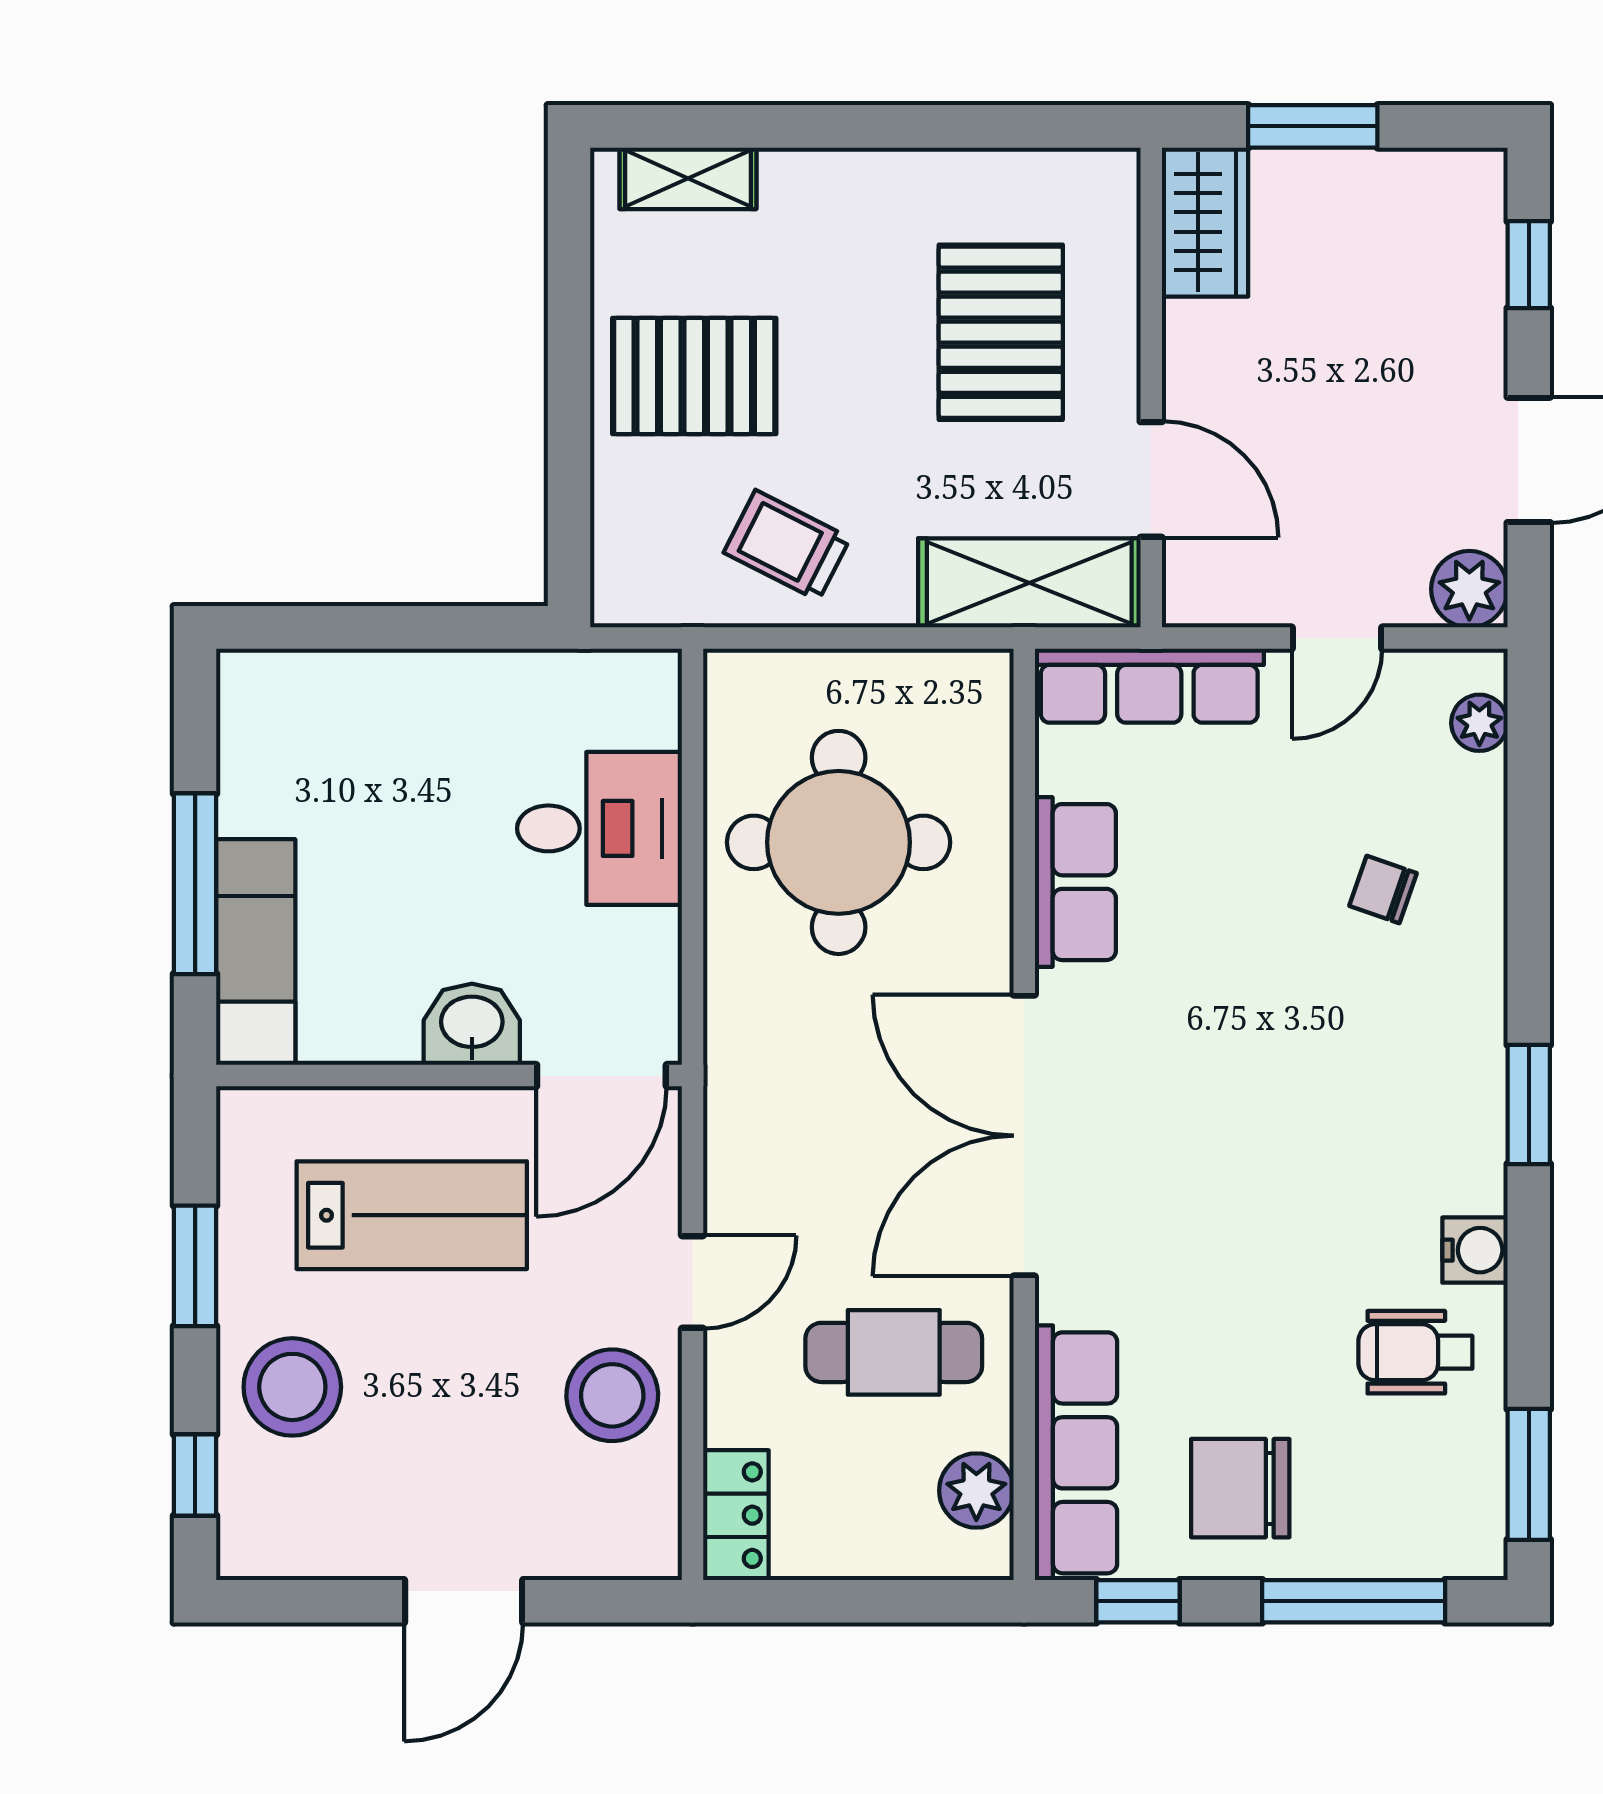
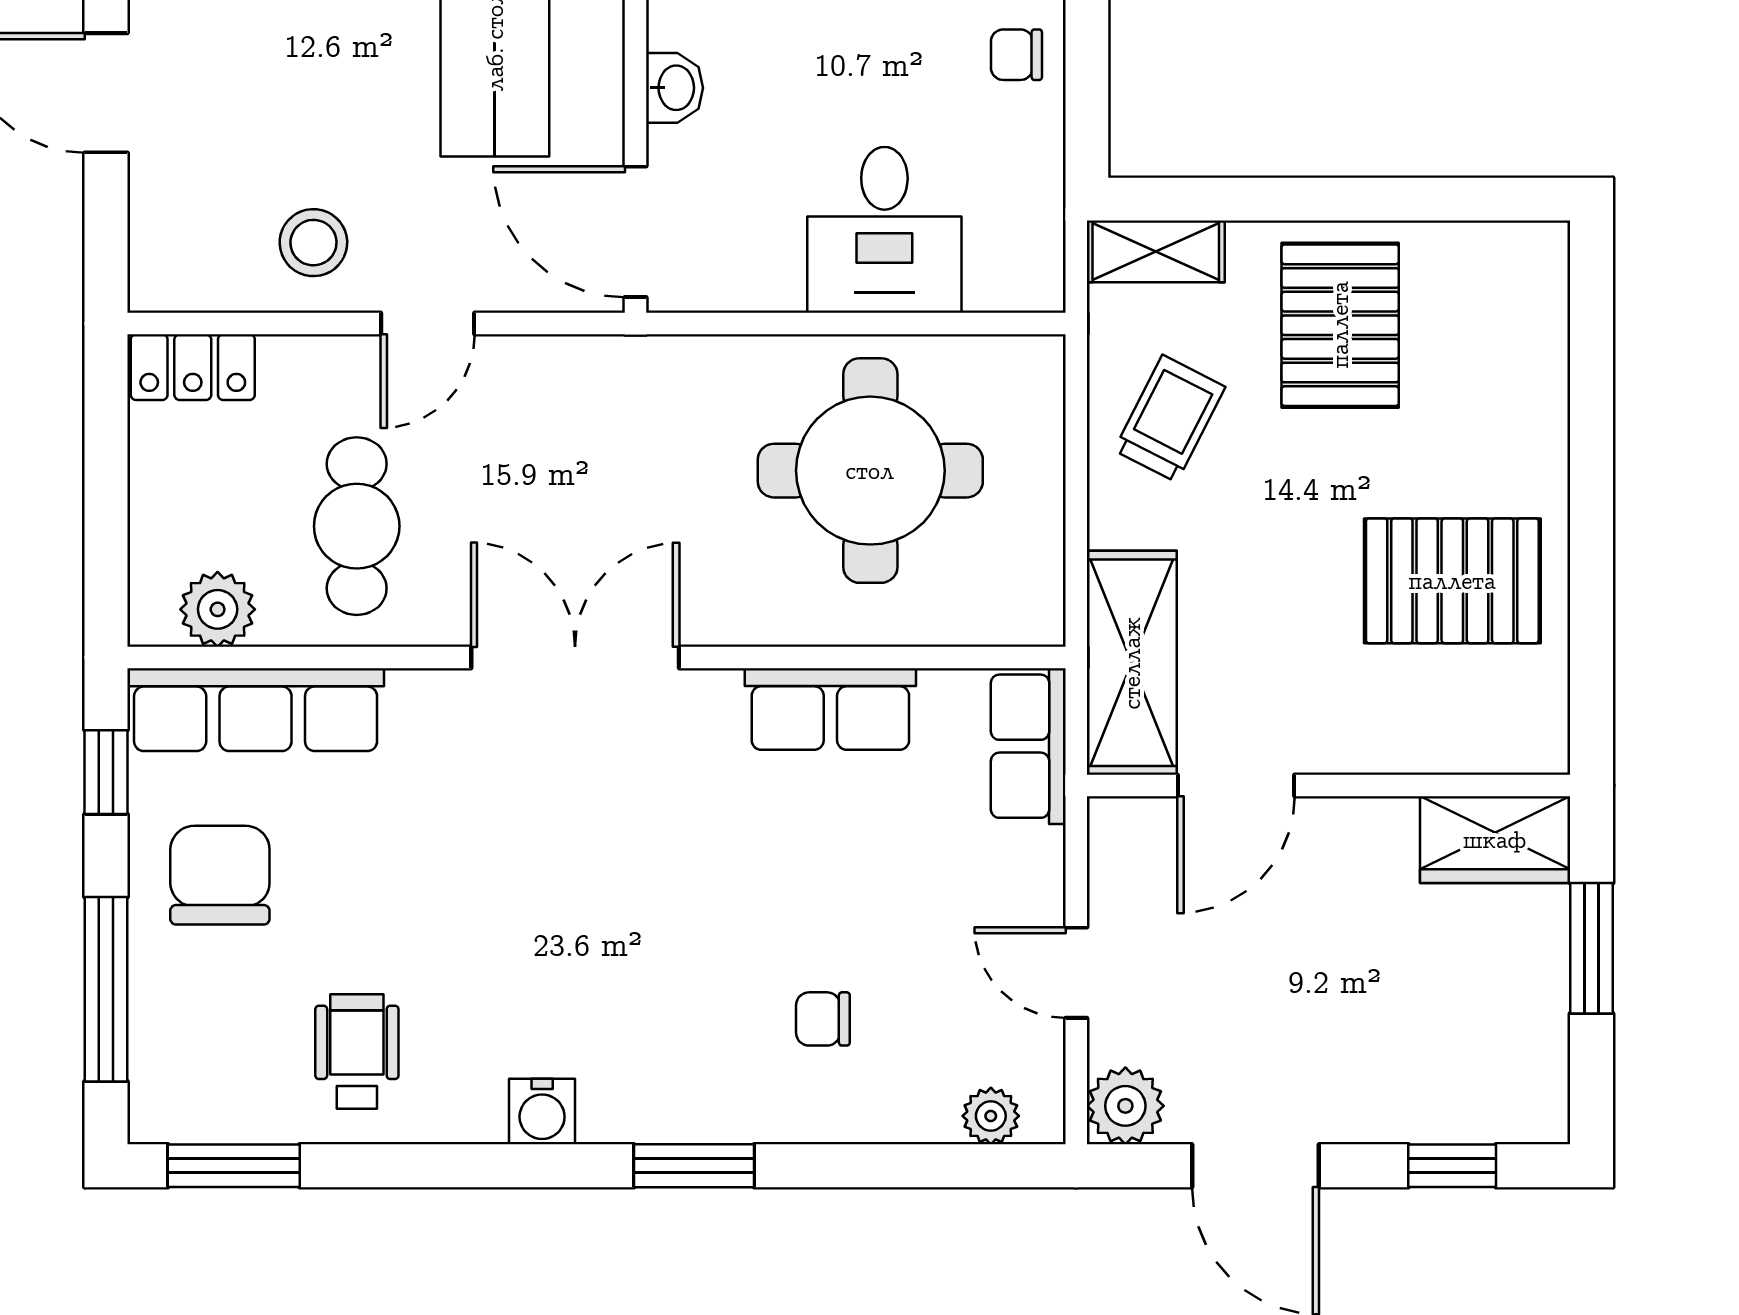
shelving: (688, 178) -> (1156, 251), moved, turned 90
pallet: (1001, 332) -> (1452, 581), moved
row of seats: (1149, 686) -> (1028, 746), width x0.68
chair: (426, 697) -> (1016, 55), added
chair: (1383, 890) -> (823, 1019), turned -109
washbasin: (472, 1024) -> (675, 88), width x0.72, depth x0.69
window: (1529, 1104) -> (694, 1166), moved
double door: (1024, 1136) -> (575, 658), width x0.73
water cooler: (1475, 1250) -> (542, 1111), moved
door: (693, 1282) -> (428, 323), hinge flipped
stool: (612, 1395) -> (313, 243), width x0.73, depth x0.73

